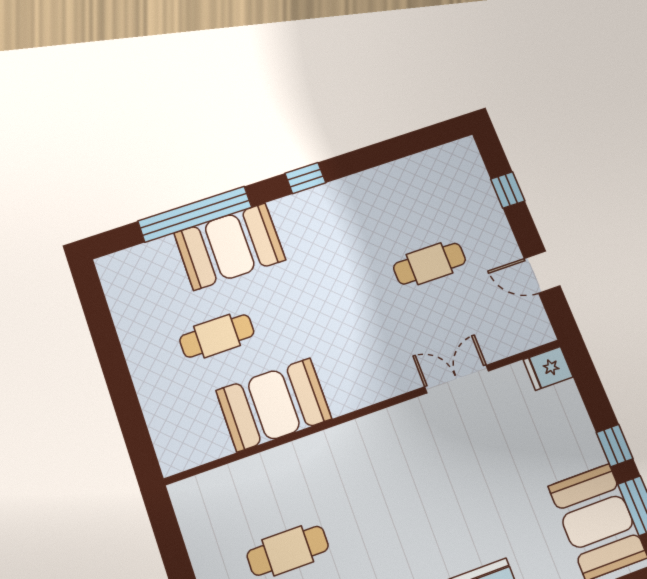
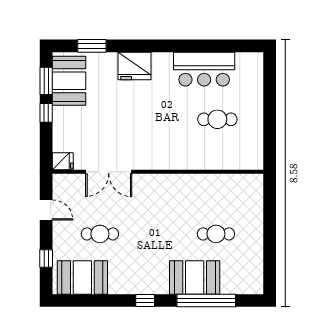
double door: (457, 379) -> (109, 172), width x1.37
booth: (274, 405) -> (82, 277), moved

